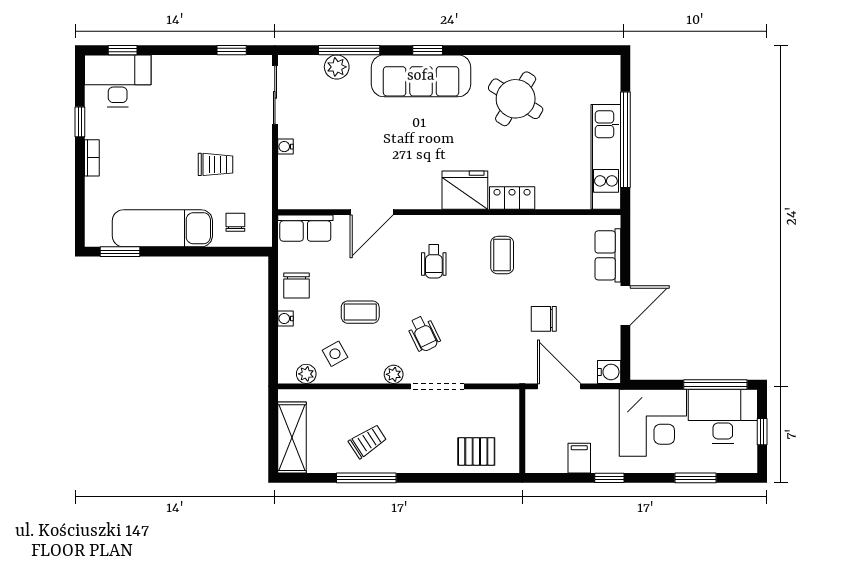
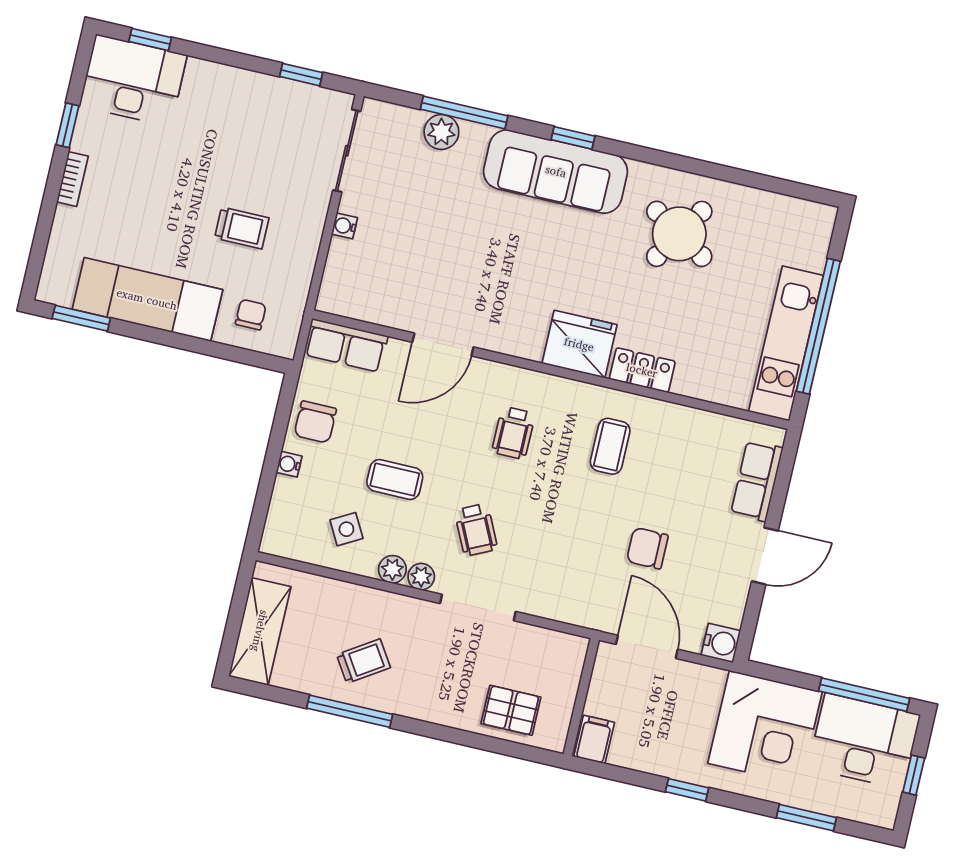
plant: (306, 374) -> (392, 569), moved
filing cabinet: (579, 458) -> (594, 739), moved

